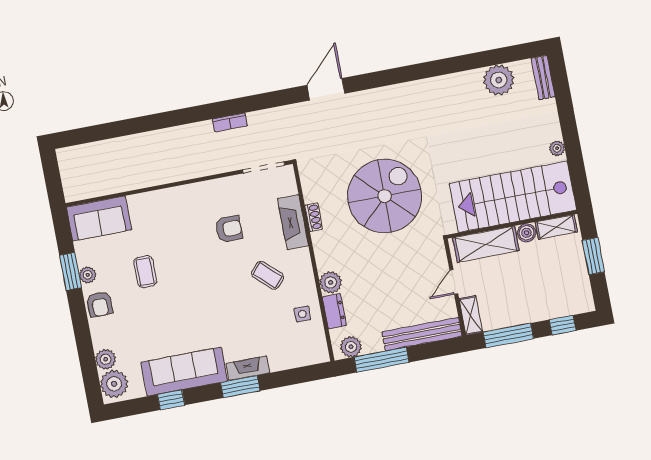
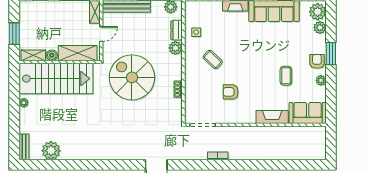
spiral stairs: (385, 196) -> (132, 77), moved, turned 90
fireplace: (293, 222) -> (272, 117), moved, turned -90
window: (70, 271) -> (331, 54), moved

